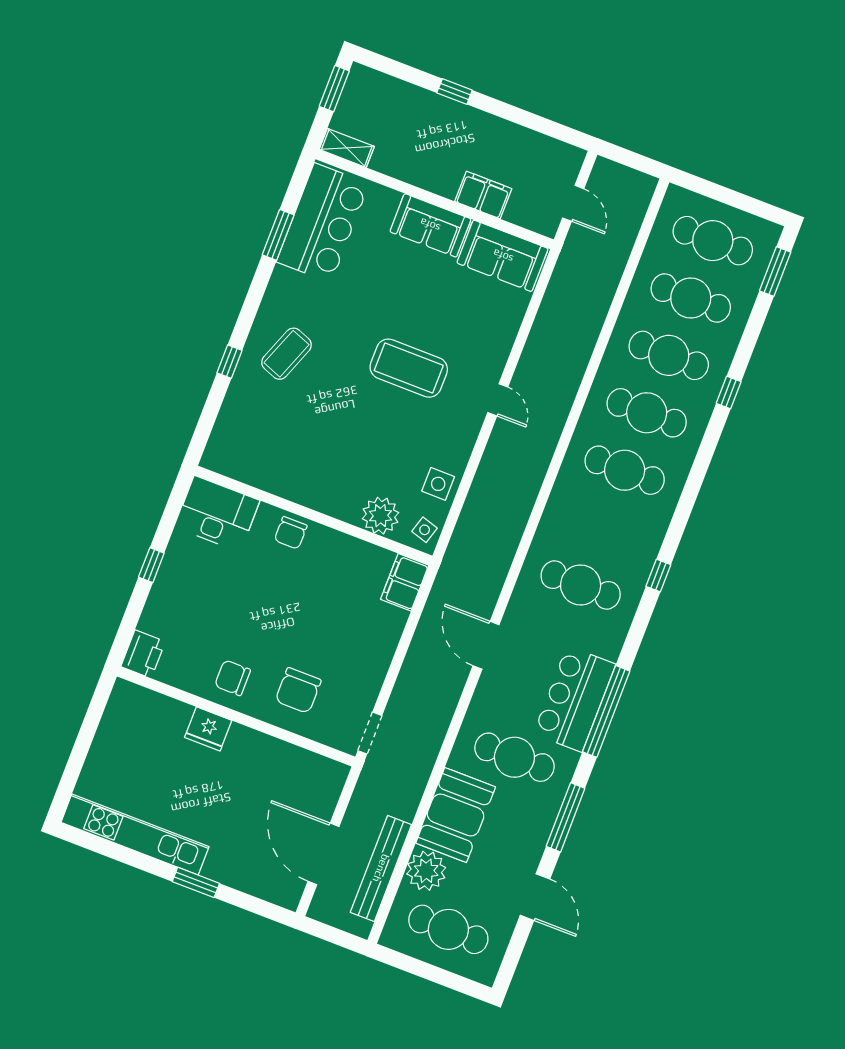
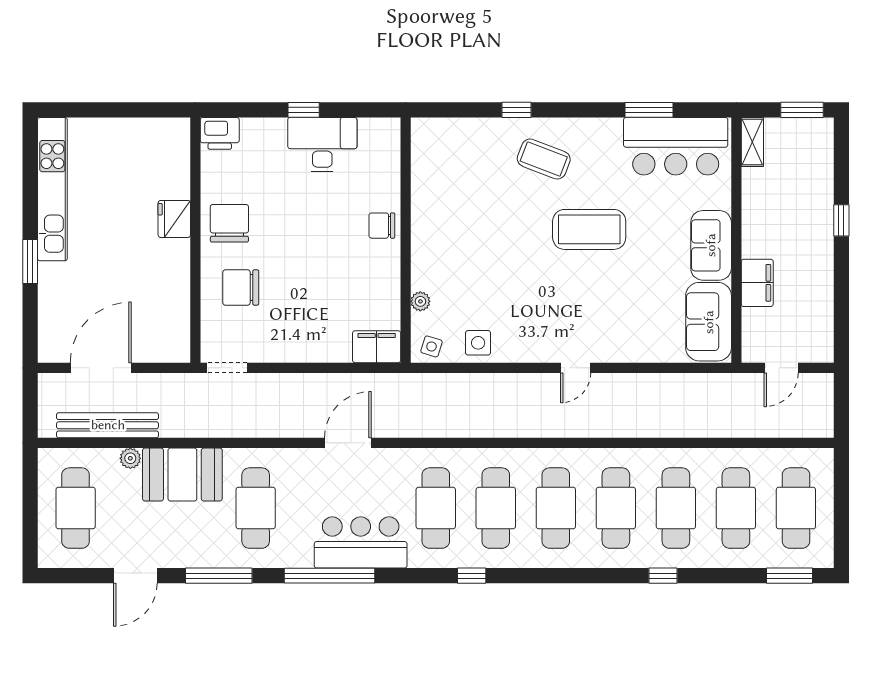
coffee table: (409, 368) -> (589, 229), moved, turned 90
desk: (217, 514) -> (322, 144), moved, turned -90
plant: (380, 516) -> (420, 301), width x0.53, depth x0.53
cafe table: (603, 528) -> (496, 508), added
chair: (233, 678) -> (229, 223), width x1.37, depth x1.37
bar counter: (575, 699) -> (361, 542), moved
plant: (426, 871) -> (130, 458), width x0.53, depth x0.53

